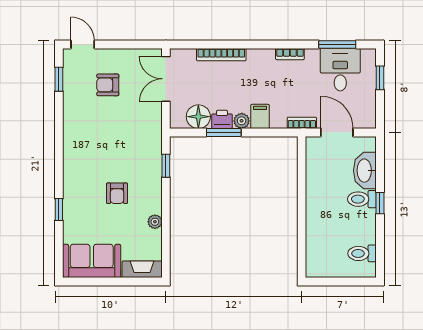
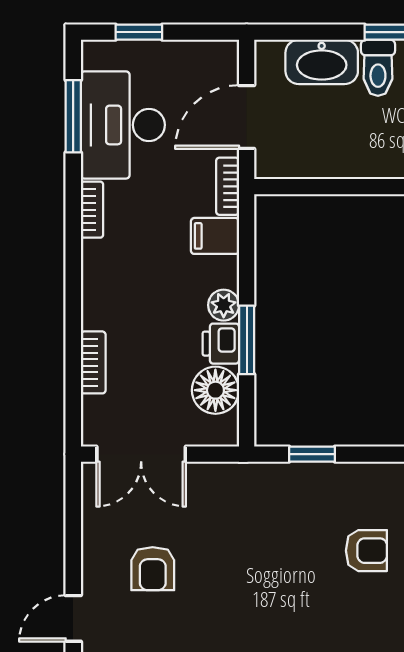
bookcase: (221, 55) -> (93, 362), width x0.64
desk: (340, 70) -> (123, 125), width x1.37
filing cabinet: (260, 116) -> (215, 236), moved

